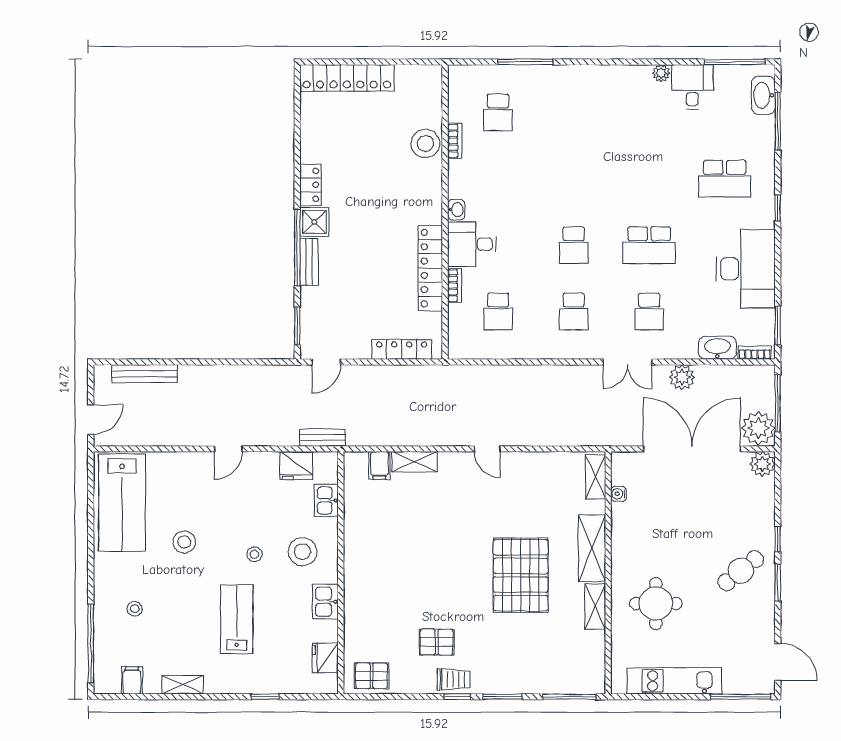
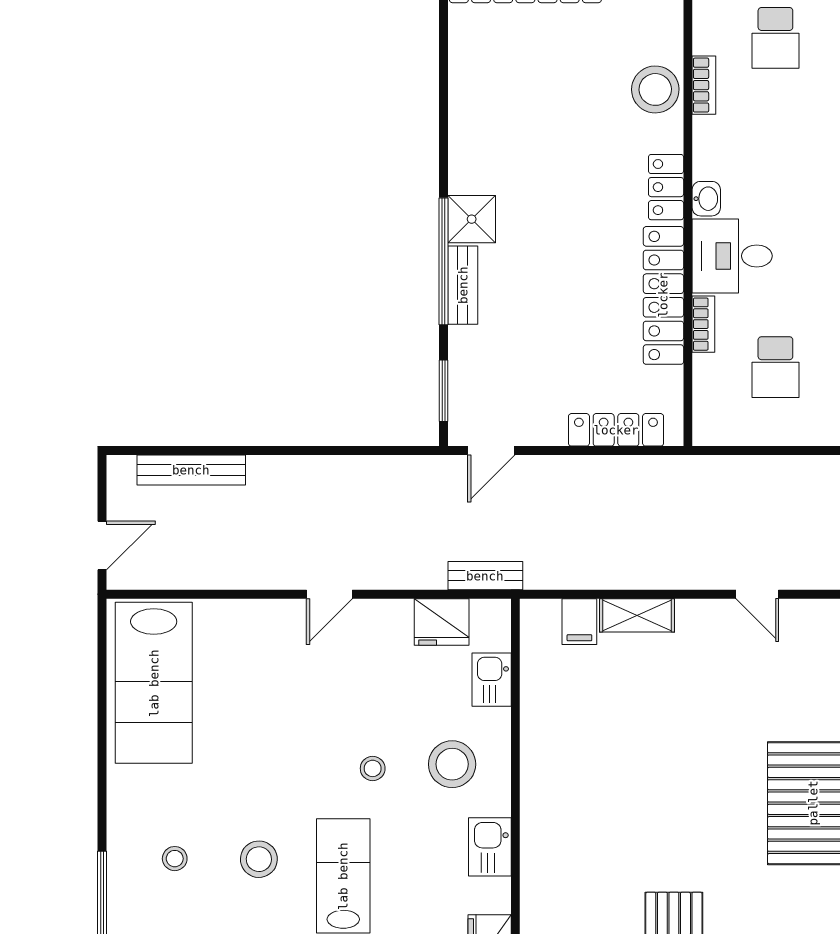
locker: (310, 185) -> (666, 187), moved, turned 180
stool: (184, 542) -> (259, 859), moved

